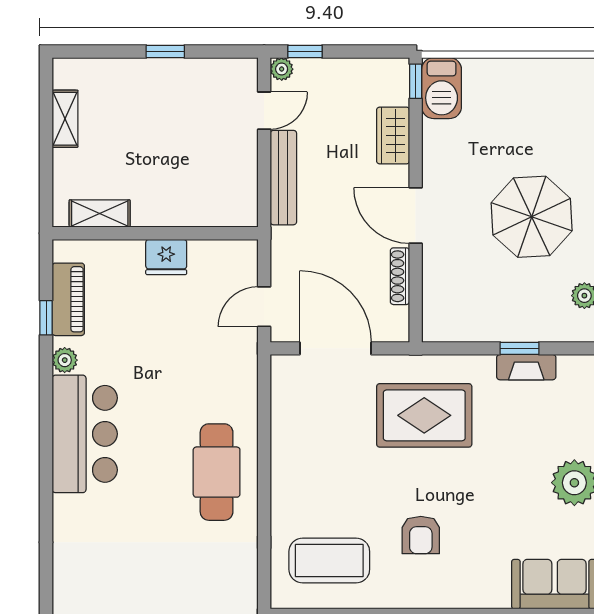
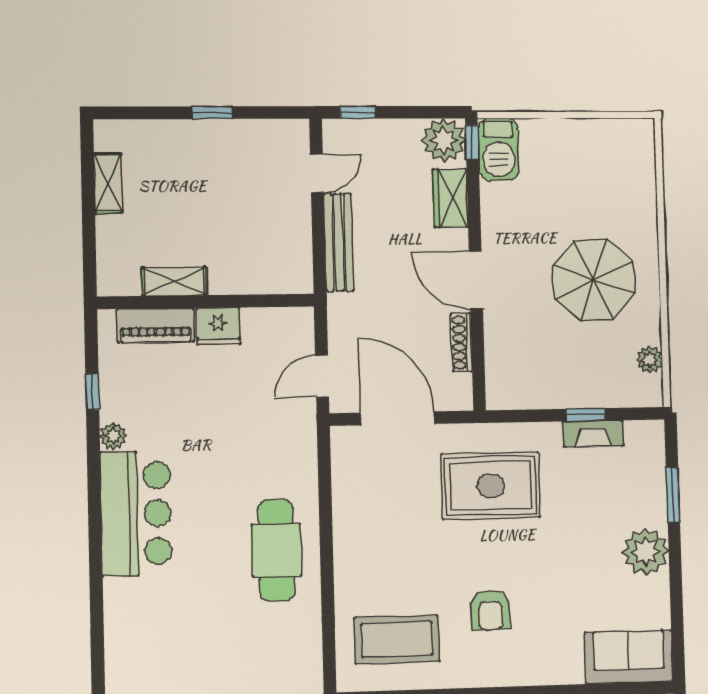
plant: (282, 69) -> (444, 140), moved, width x1.87, depth x1.87
shelving: (100, 213) -> (174, 281), moved
piano: (68, 299) -> (156, 325), moved, turned 90

